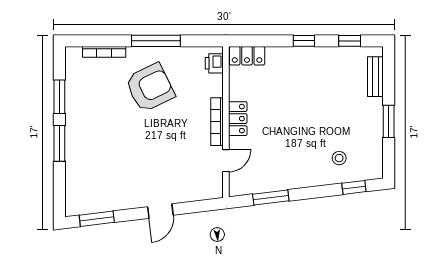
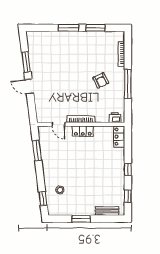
armchair: (150, 88) -> (101, 80), width x0.53, depth x0.53
window: (97, 219) -> (26, 62), moved

